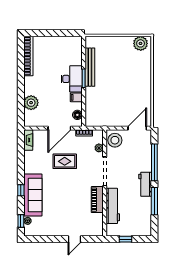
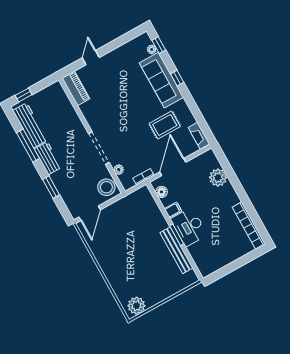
rug: (65, 161) -> (165, 125), moved
window: (154, 162) -> (51, 187), width x0.47
piano: (97, 200) -> (76, 88), moved
workbench: (113, 206) -> (30, 125), moved, turned 180
window: (125, 239) -> (24, 95), moved

